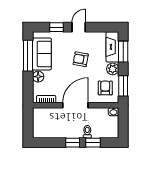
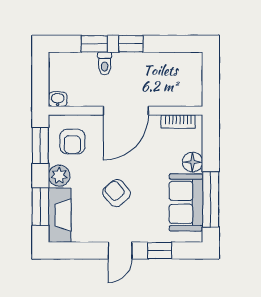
armchair: (81, 59) -> (117, 193), turned -141

